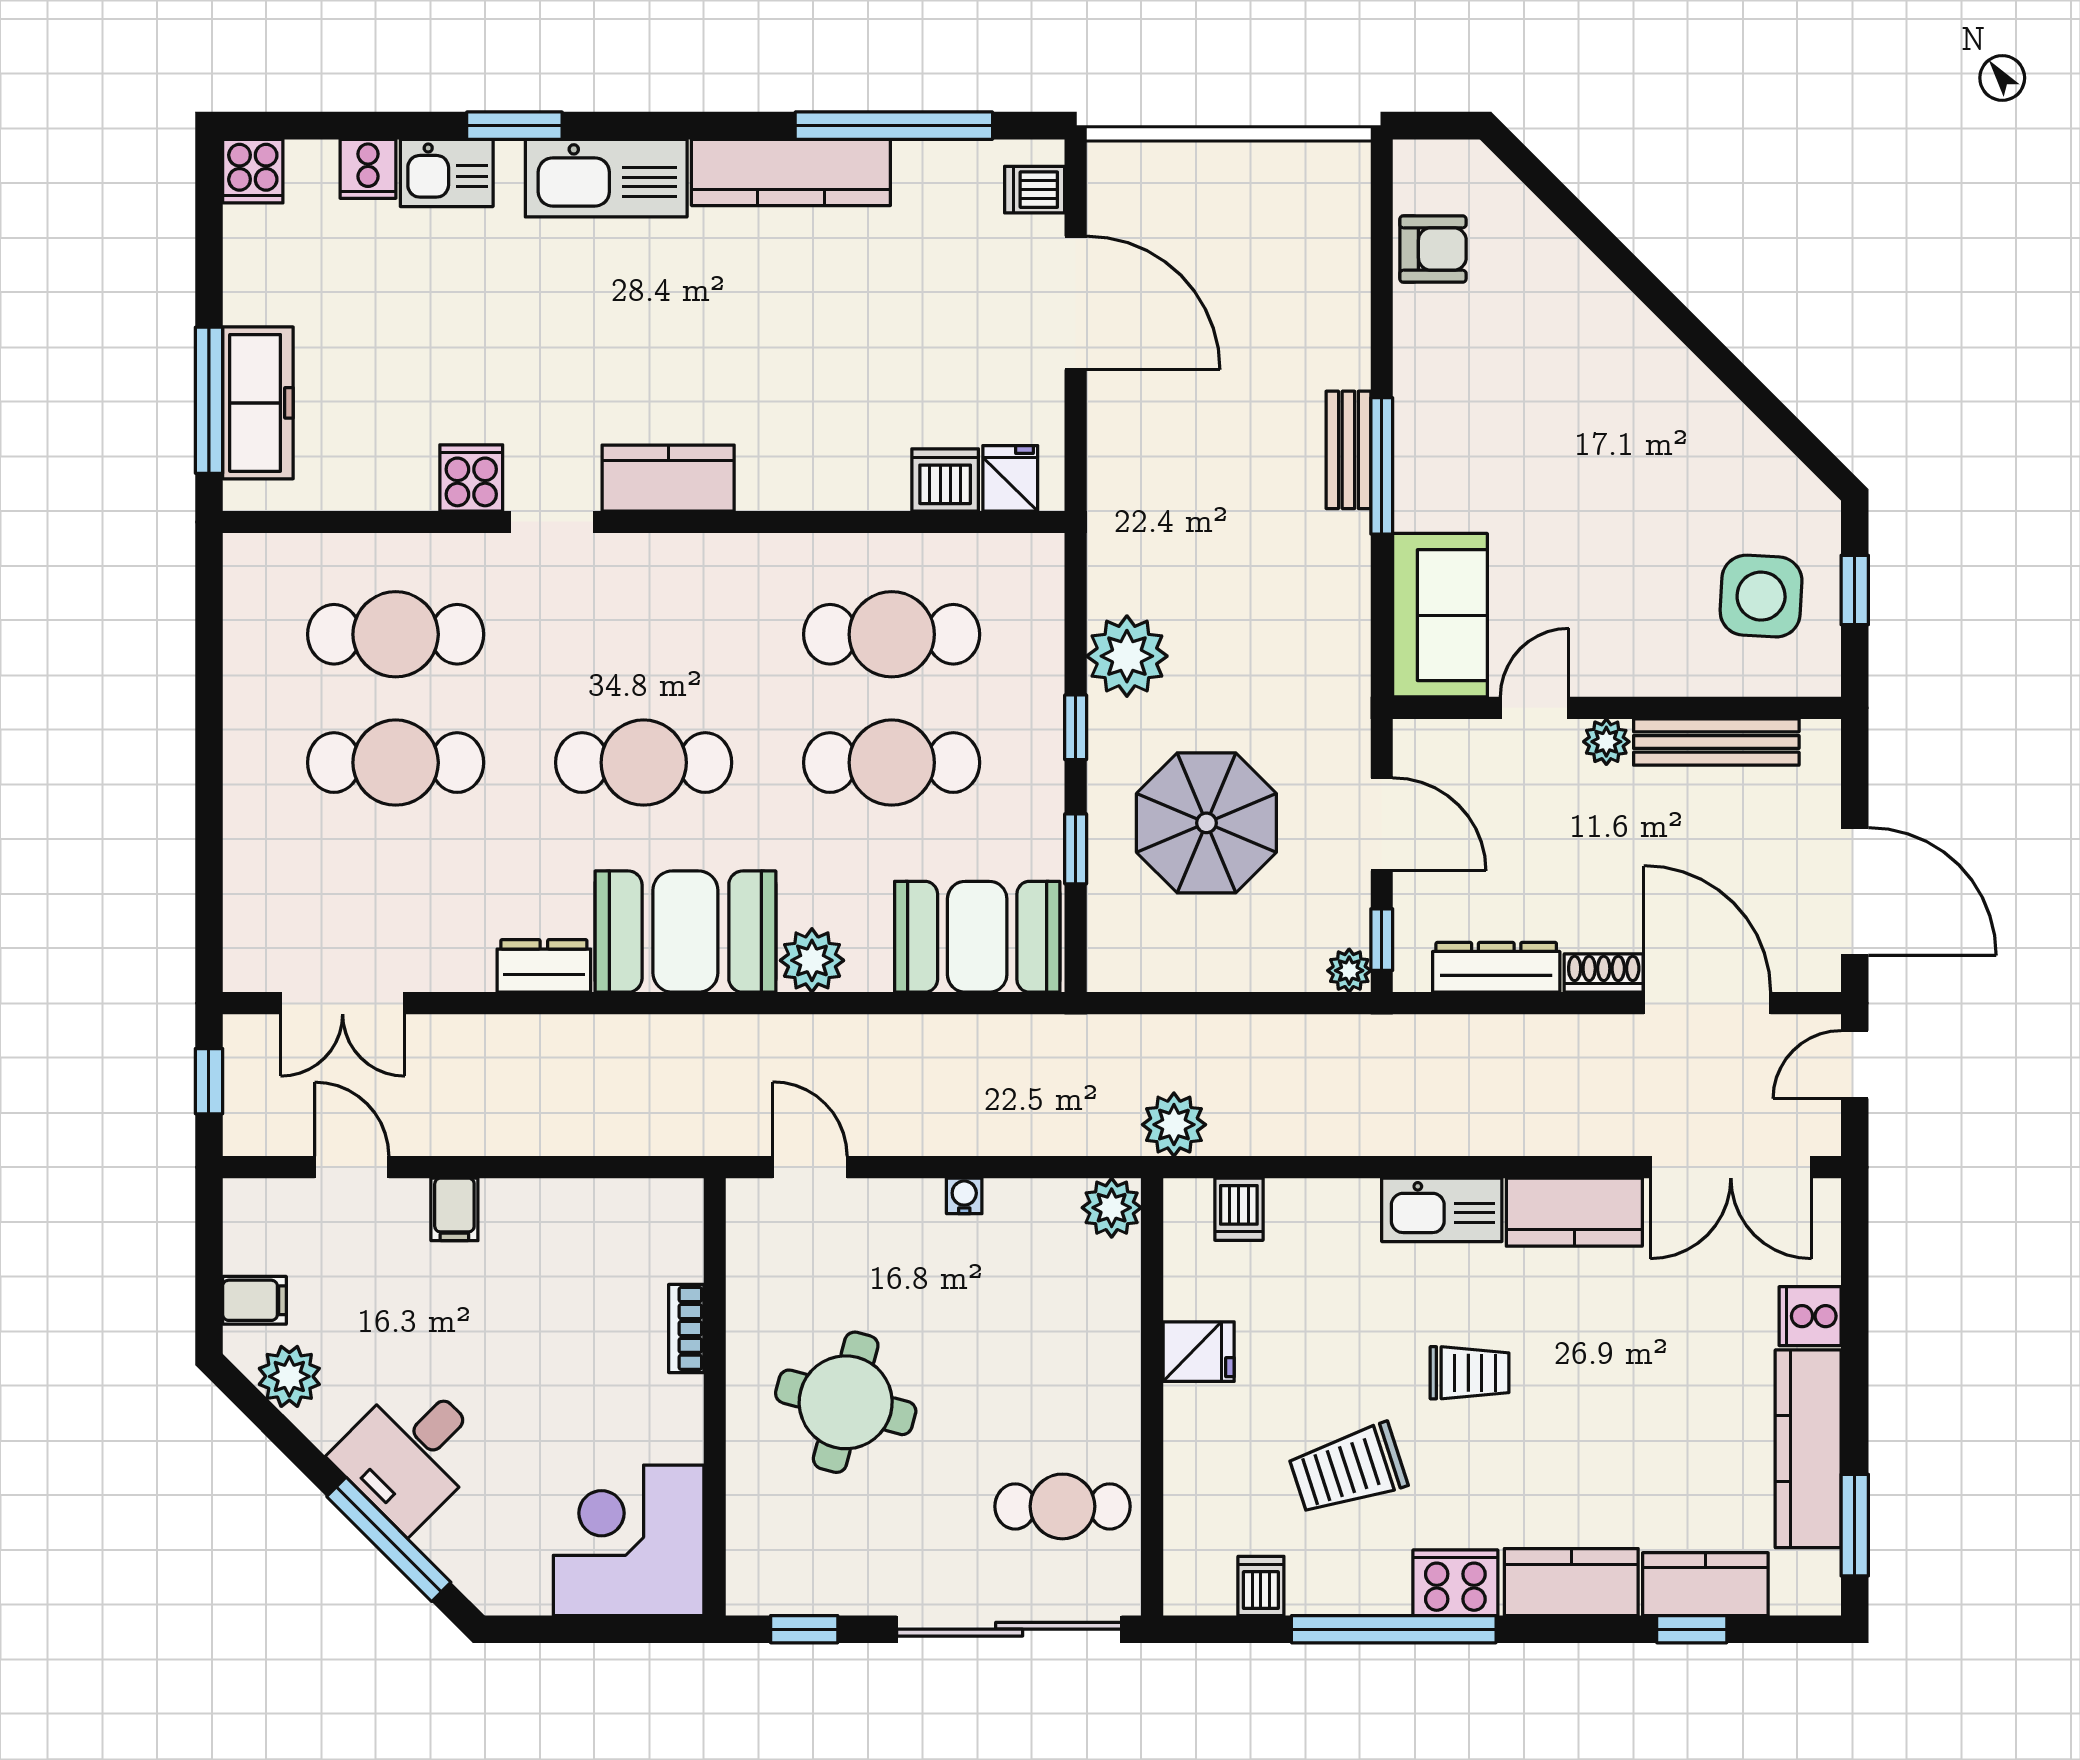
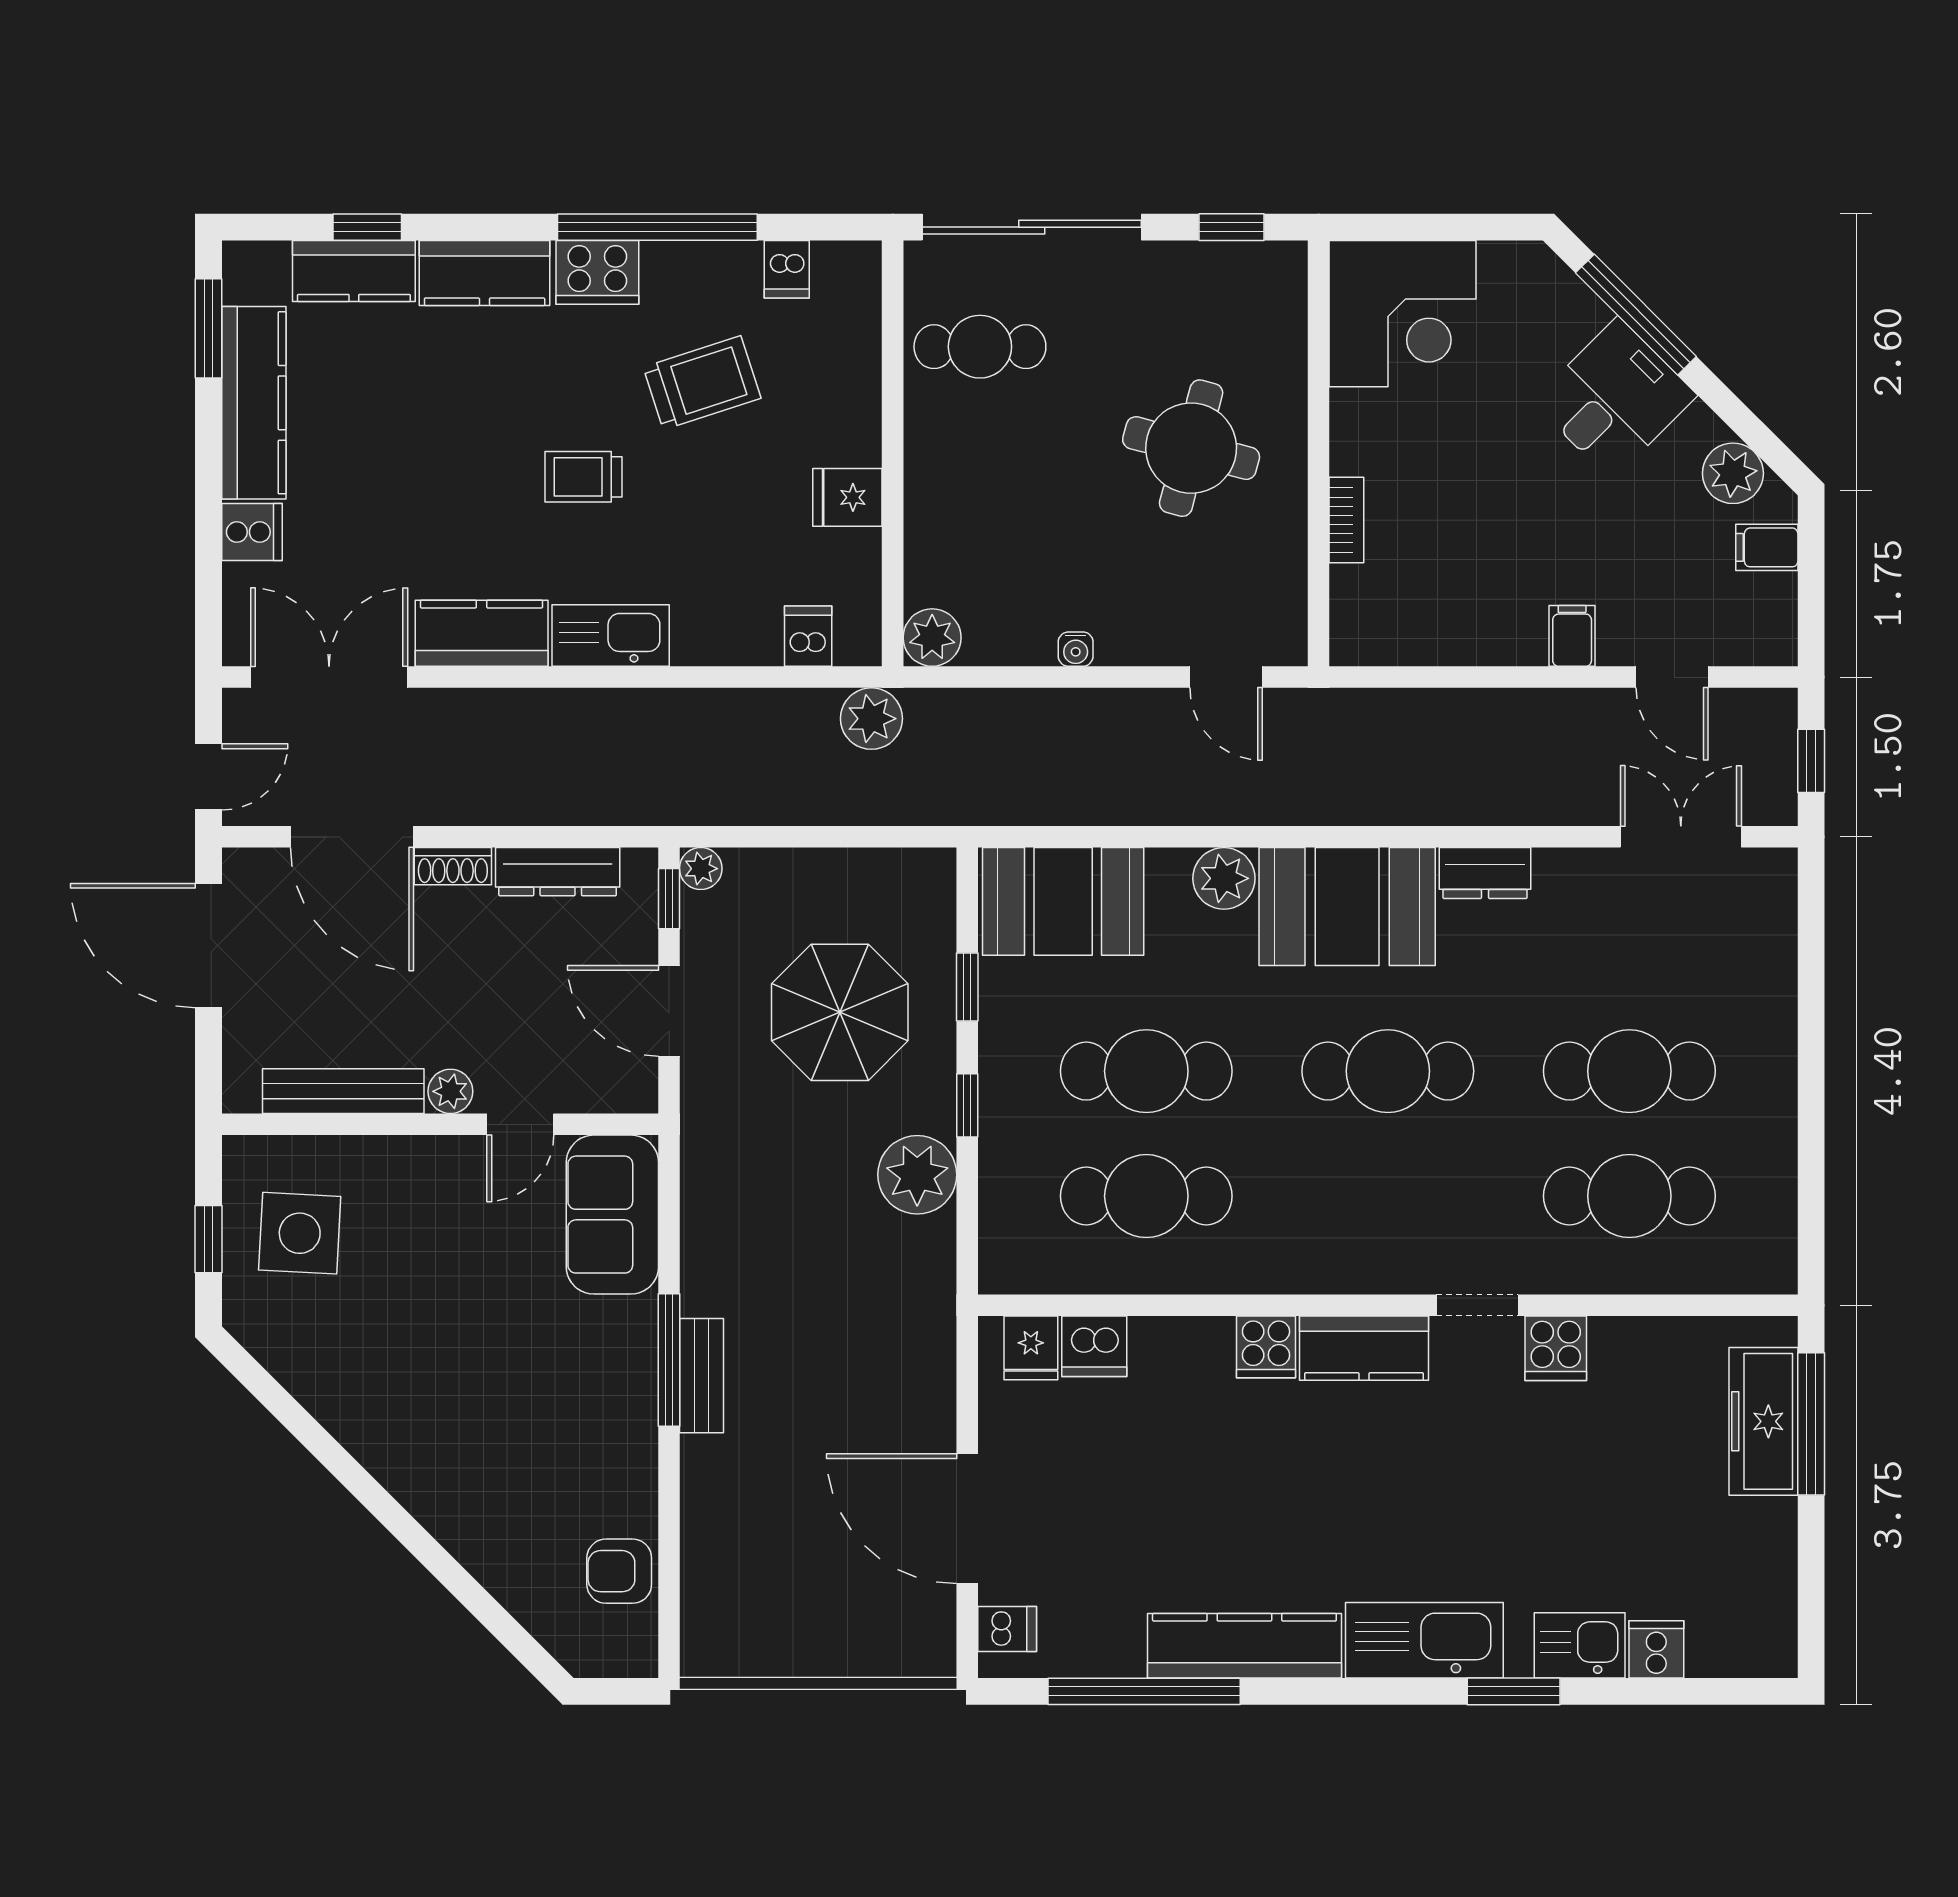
cooker: (253, 171) -> (1266, 1347), moved, turned 180

